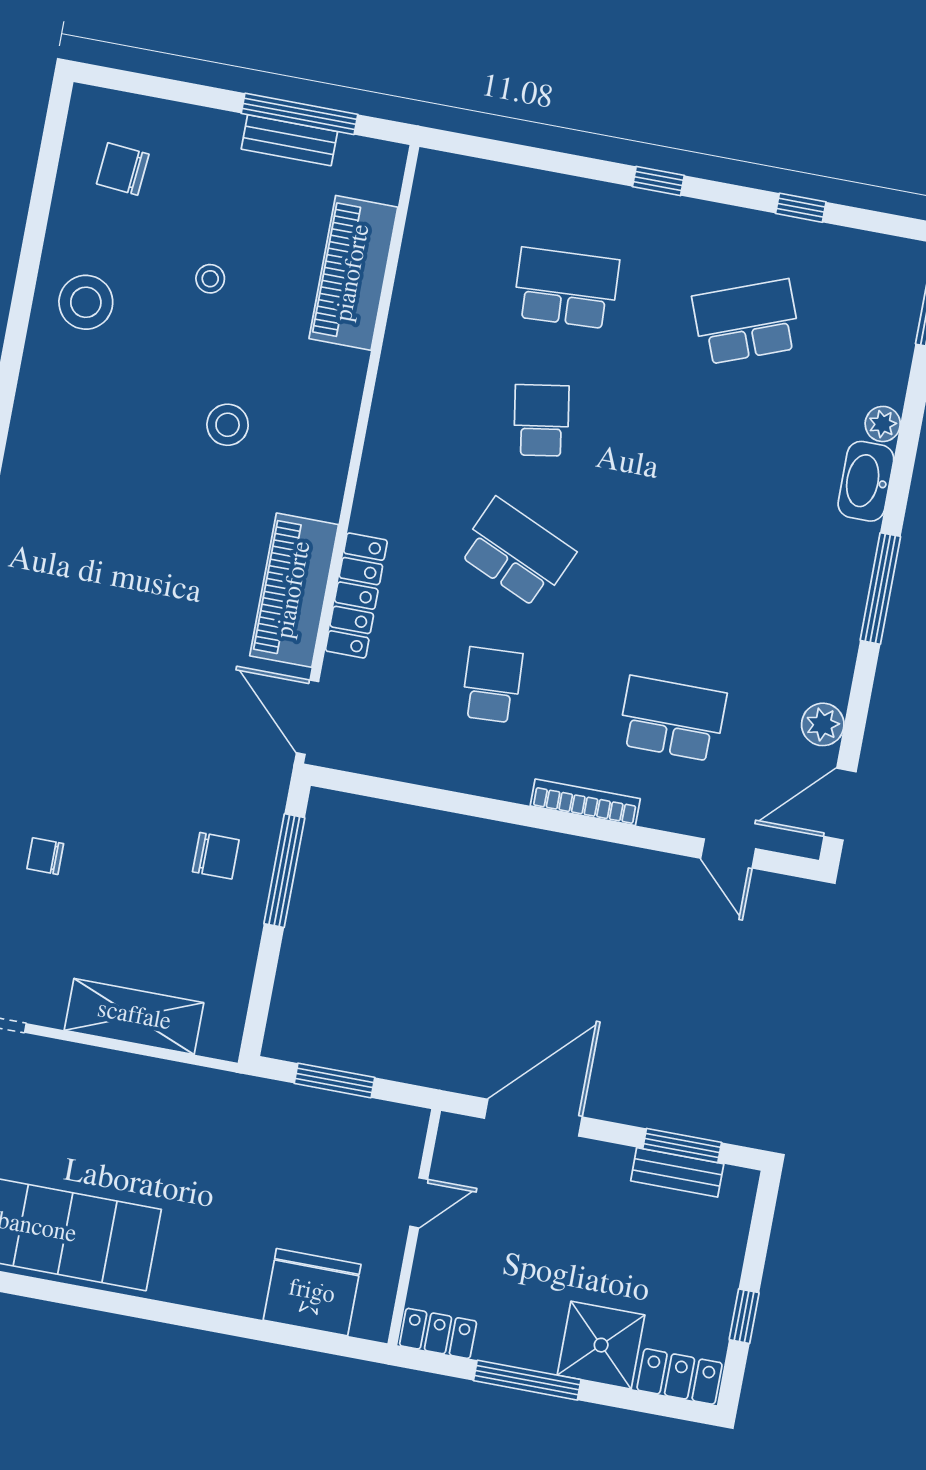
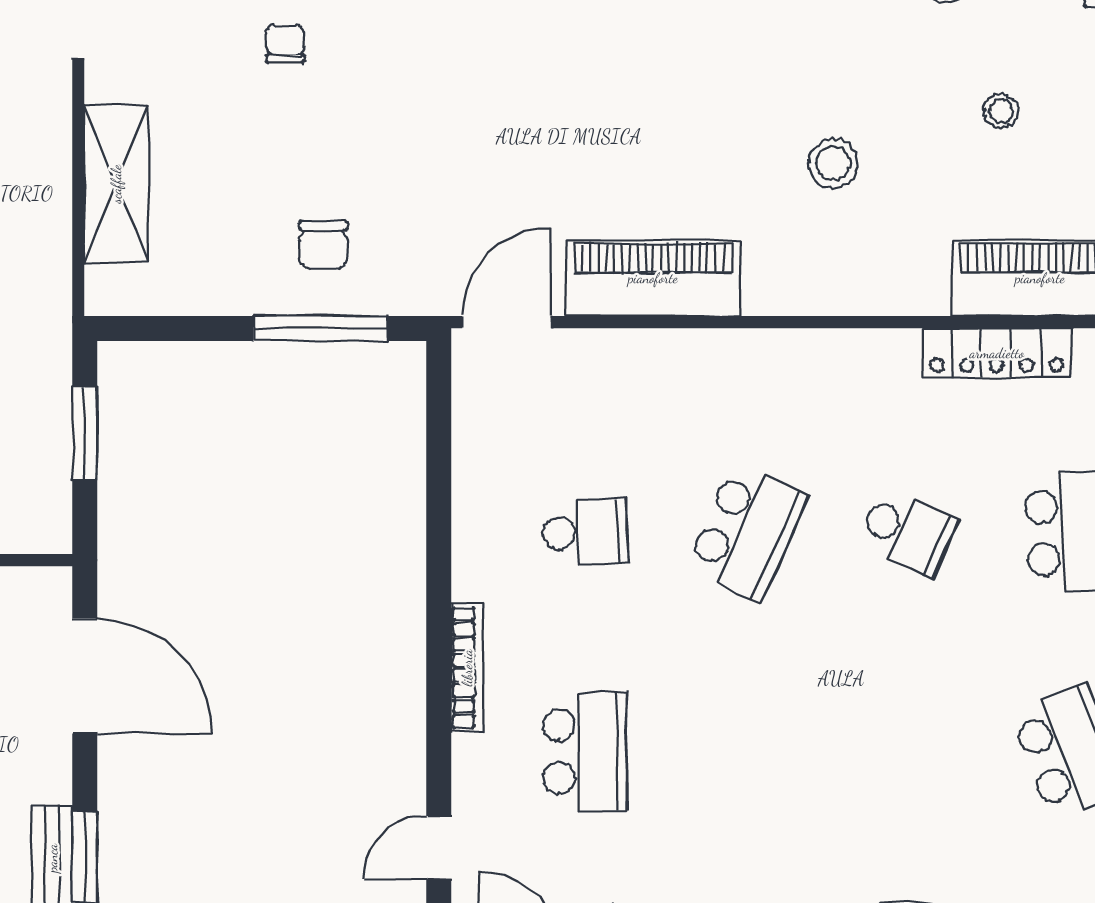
school desk: (541, 420) -> (907, 532), turned 33
locker: (356, 596) -> (997, 353), moved

